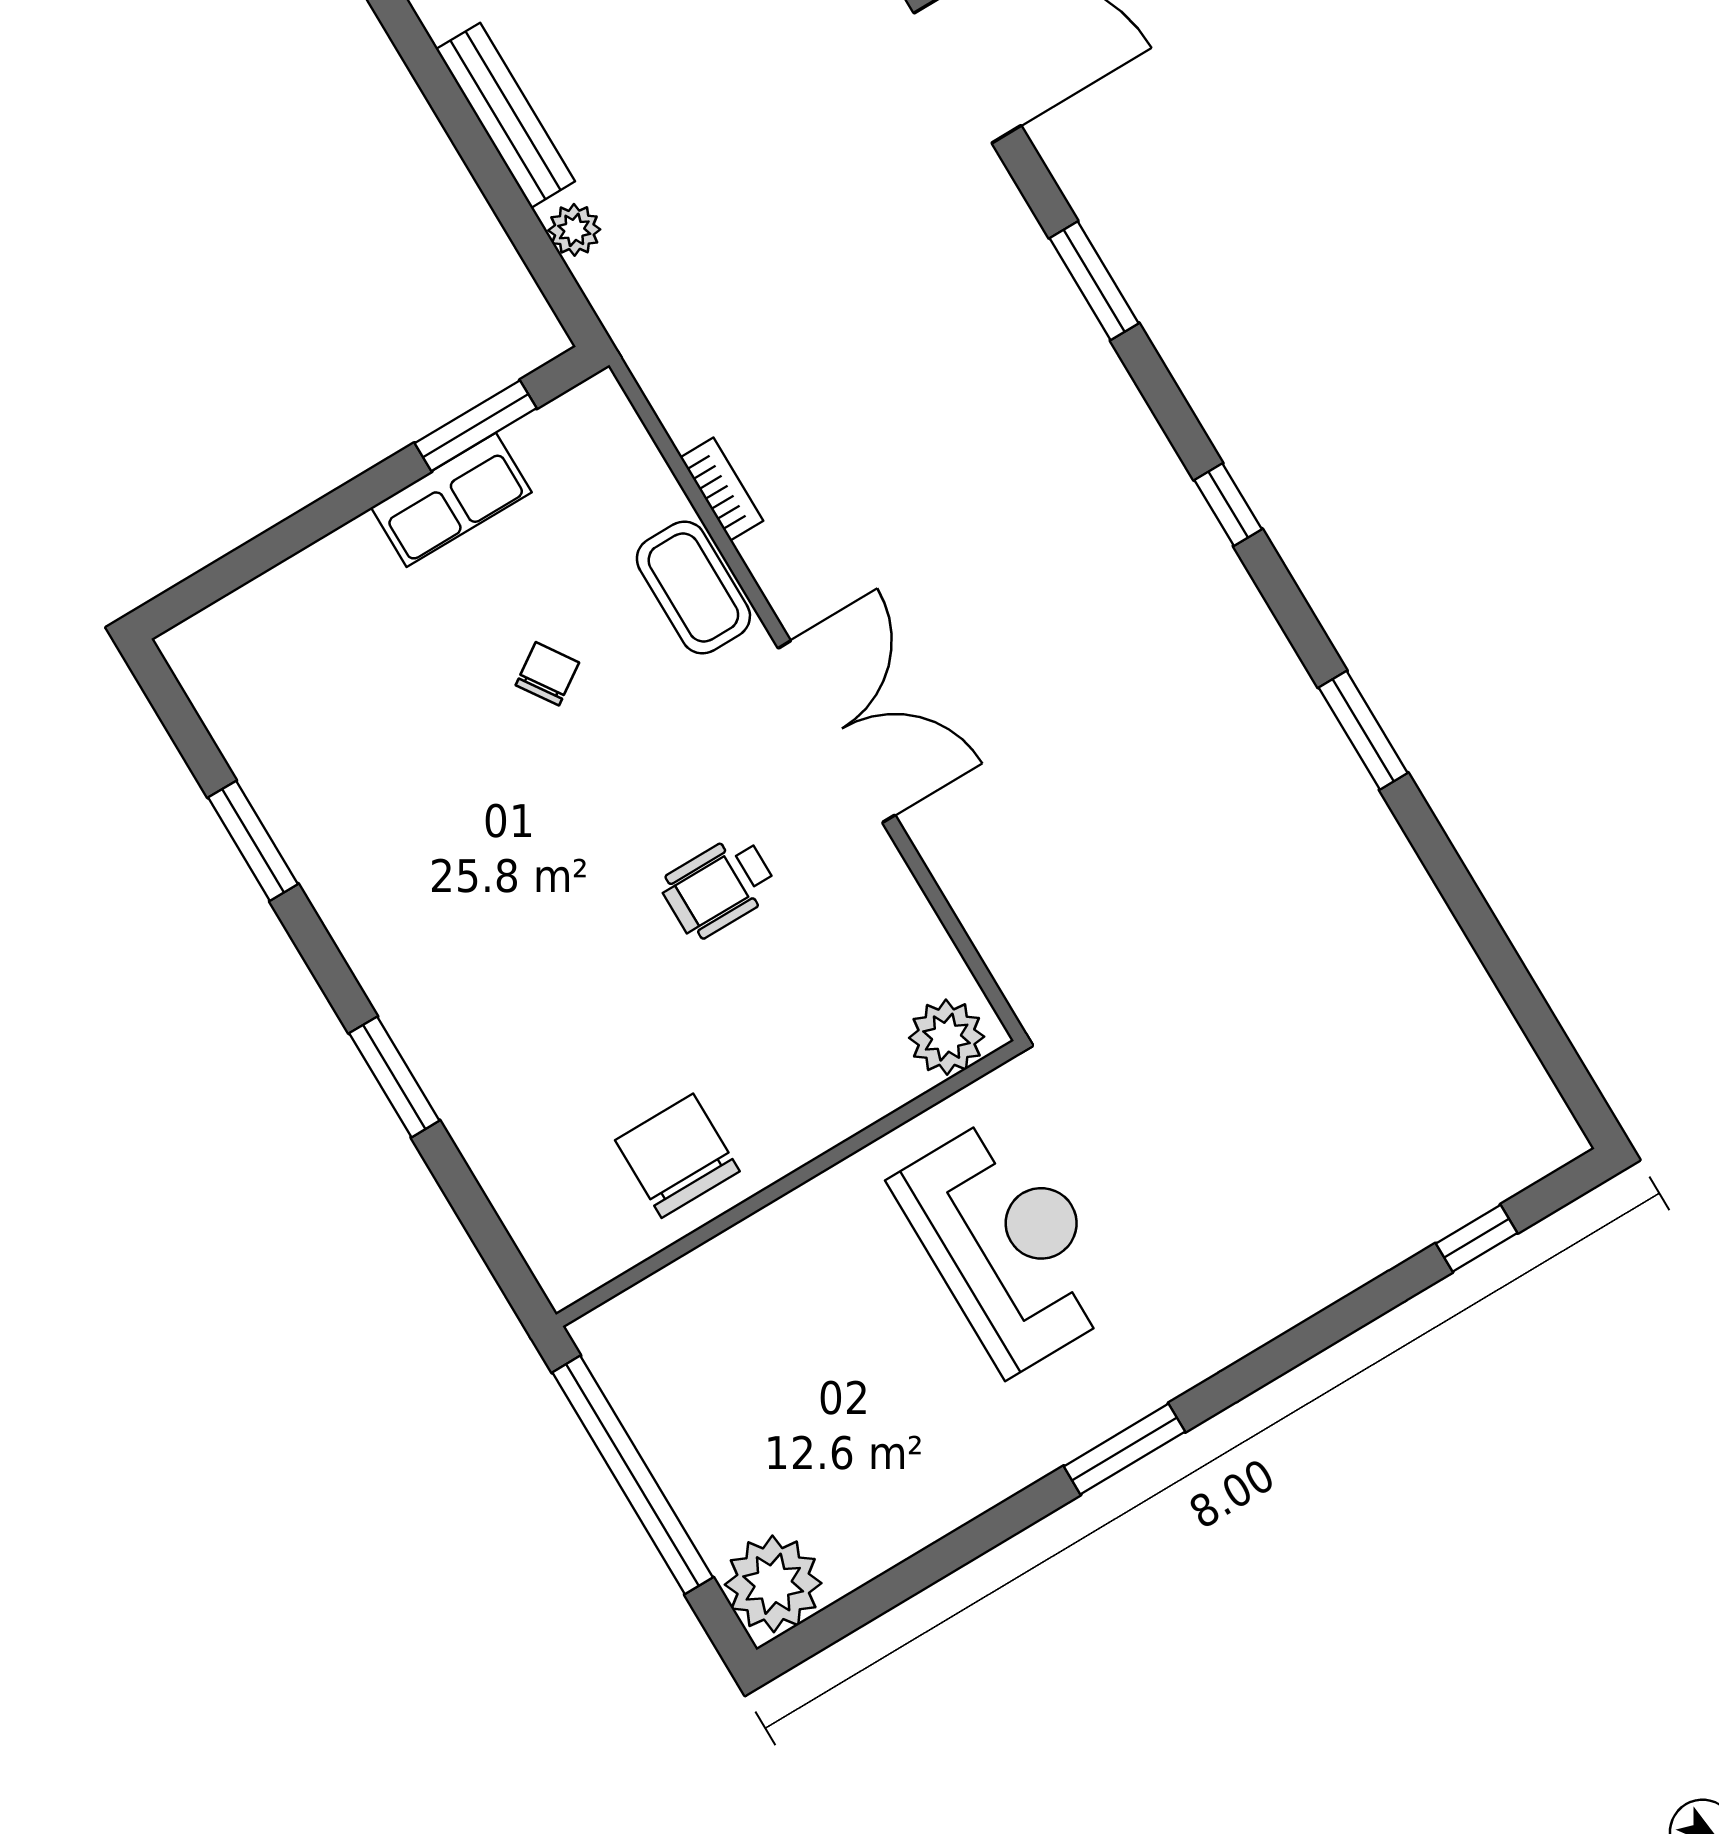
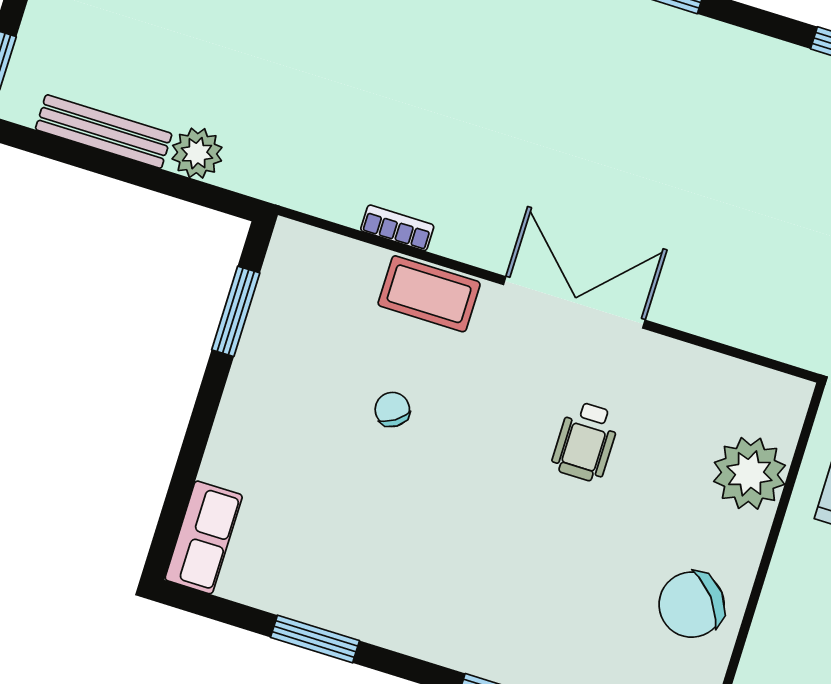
plant: (574, 230) -> (197, 153), width x1.38, depth x1.38
row of seats: (451, 500) -> (204, 537), moved
plant: (947, 1037) -> (749, 473), moved, width x1.36, depth x1.36
chair: (677, 1156) -> (692, 605), turned -39

